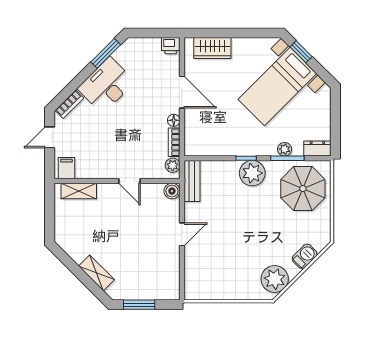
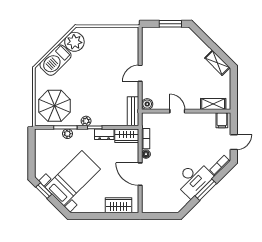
printer: (171, 46) -> (148, 207), removed
window: (301, 52) -> (44, 191), moved
window: (106, 53) -> (206, 190), moved
wardrobe: (201, 146) -> (127, 136), added
dresser: (317, 148) -> (104, 134), moved
plant: (173, 165) -> (147, 122), removed
plant: (252, 173) -> (86, 121), width x0.53, depth x0.53
barbecue: (305, 256) -> (55, 60), width x1.88, depth x1.53
shelving: (96, 273) -> (217, 63), moved

